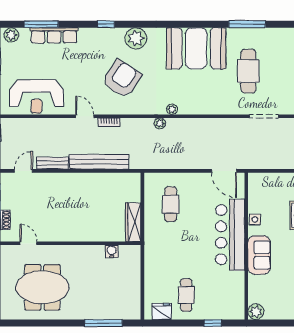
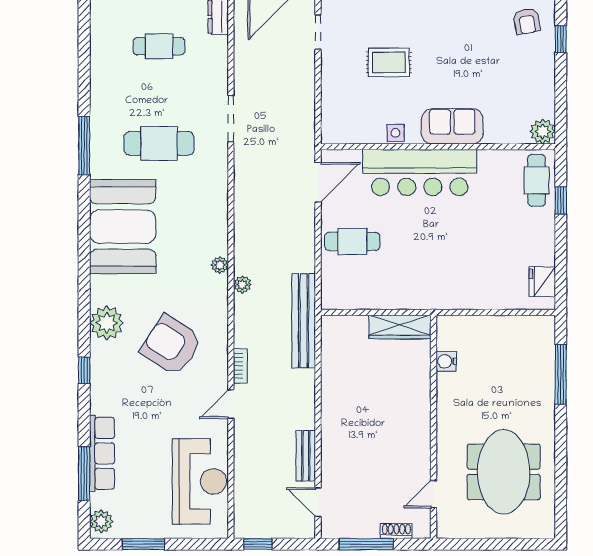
bench: (99, 162) -> (304, 321), moved
cafe table: (171, 204) -> (352, 241), moved
cafe table: (186, 295) -> (536, 180), moved, turned 90

